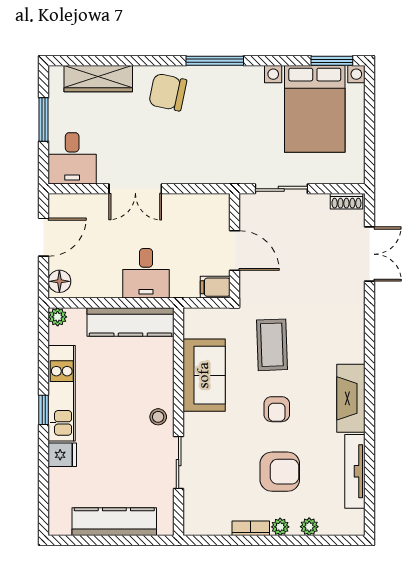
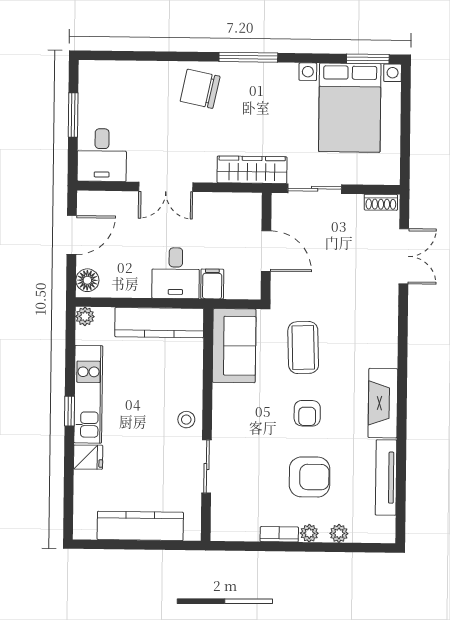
wardrobe: (98, 79) -> (252, 170), moved, turned 180
filing cabinet: (215, 287) -> (212, 284), moved, turned 90
sofa: (204, 375) -> (234, 346), moved

